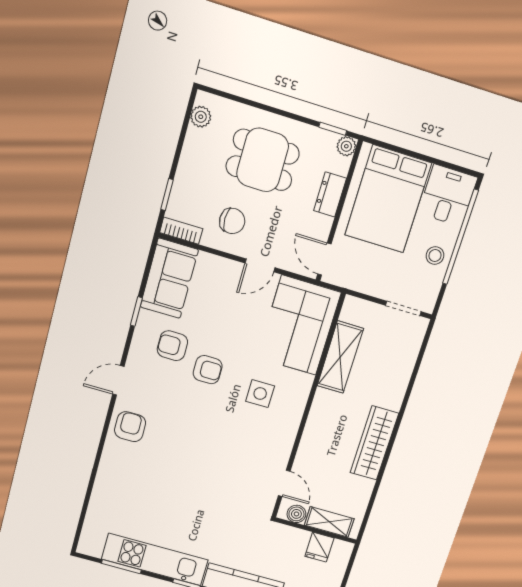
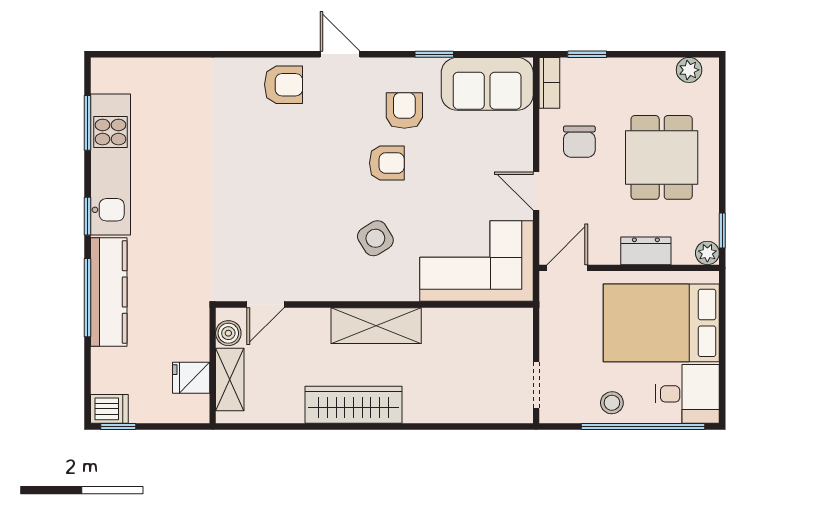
shelving: (340, 357) -> (376, 326), moved
armchair: (208, 370) -> (387, 163), turned -90
side table: (260, 394) -> (375, 238), turned -32

